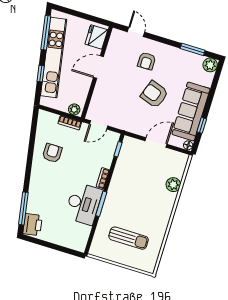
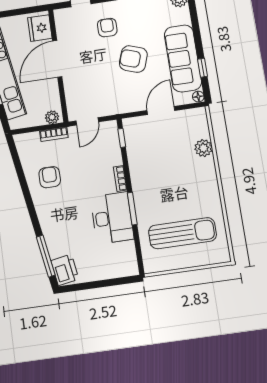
armchair: (147, 61) -> (107, 28), turned 180
door: (98, 67) -> (57, 59), width x1.36
sun lounger: (129, 238) -> (182, 233), width x1.36, depth x1.34

